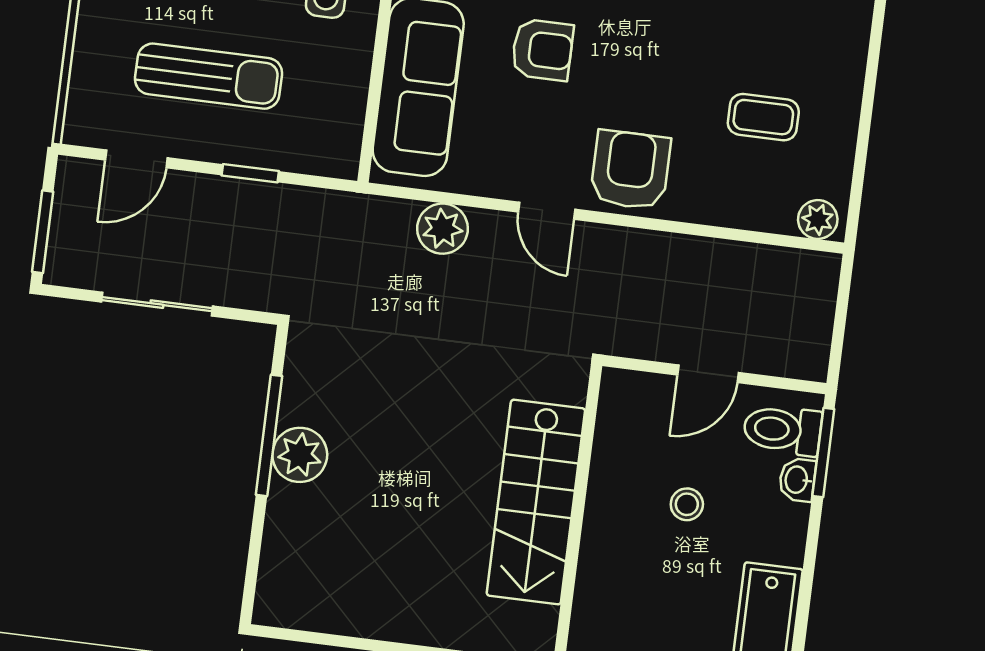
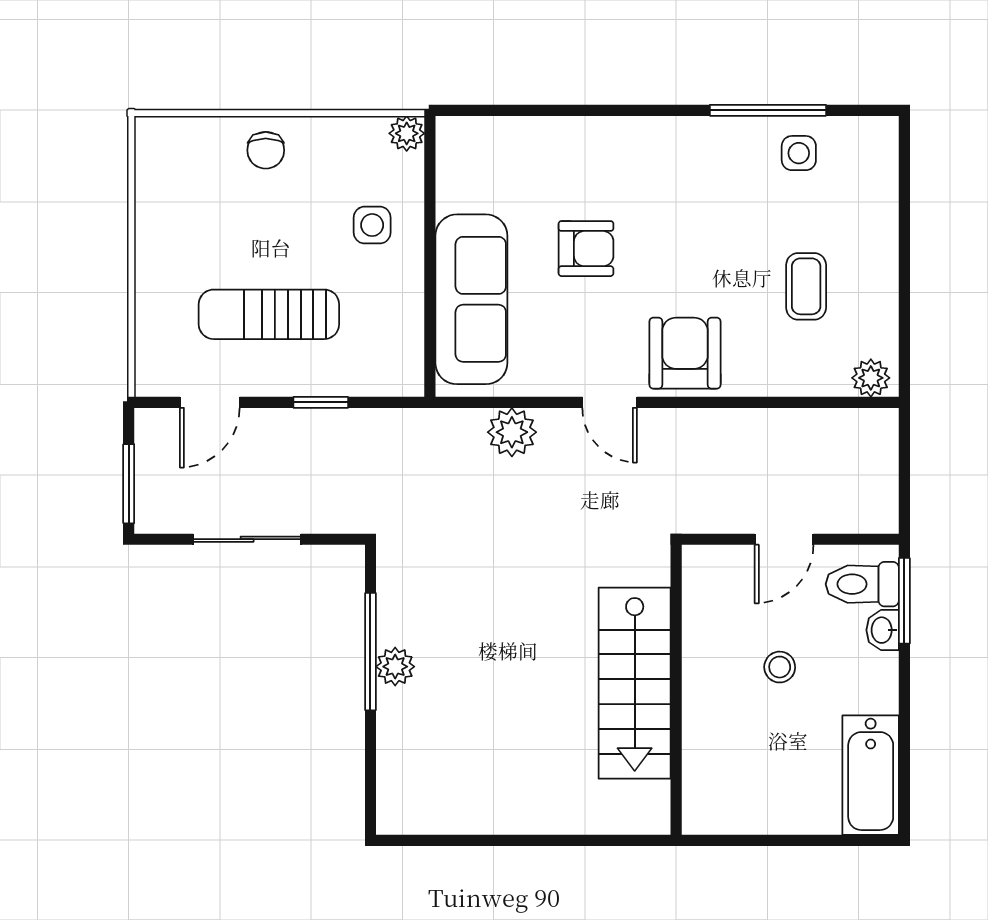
sun lounger: (209, 76) -> (269, 314), turned 180
coffee table: (763, 117) -> (806, 286), turned 90
plant: (300, 455) -> (395, 667), width x0.73, depth x0.73

